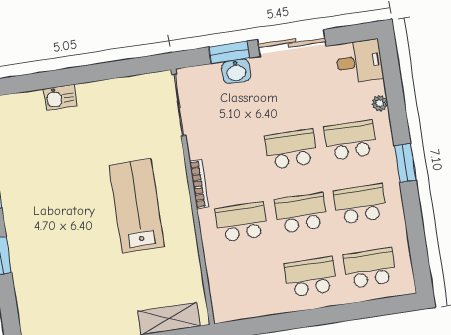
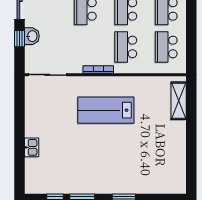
window: (229, 52) -> (20, 39), width x0.67
school desk: (251, 286) -> (166, 47), added

